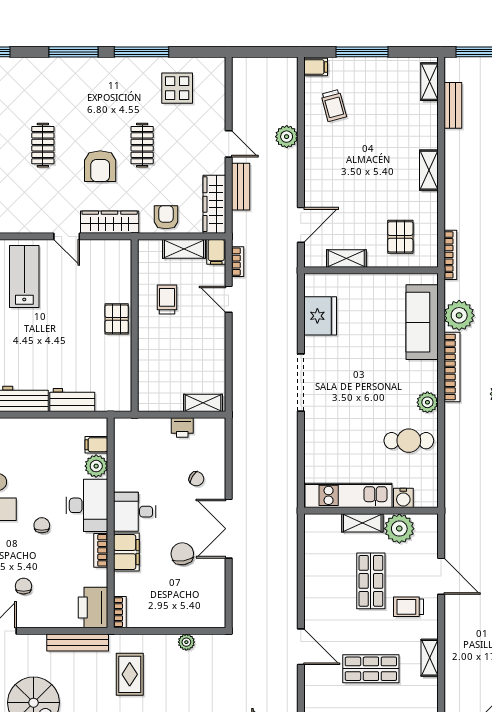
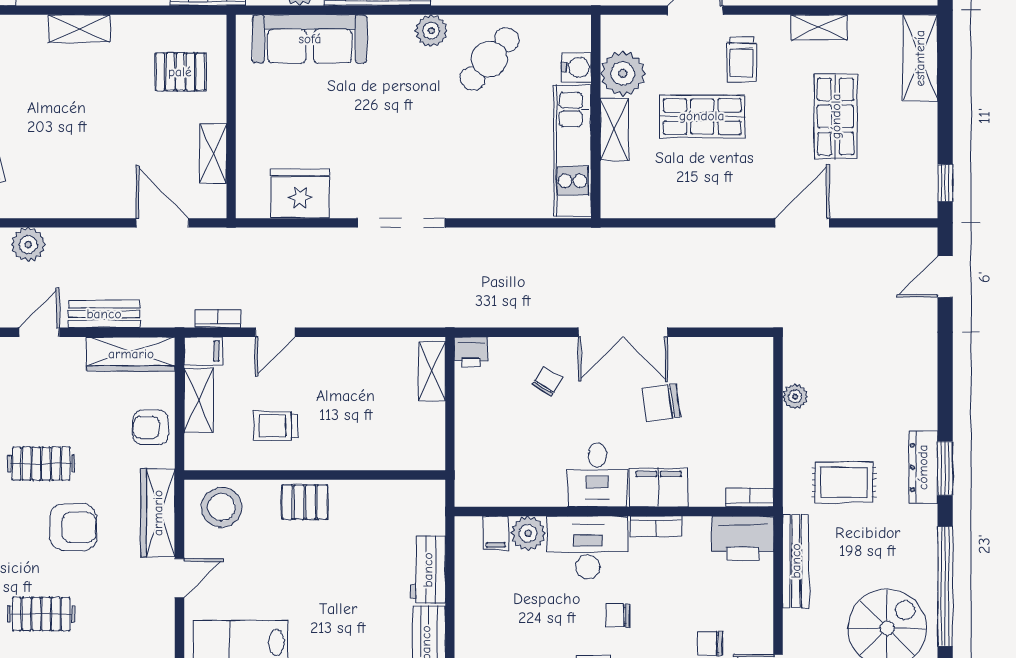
stool: (113, 264) -> (222, 507), added
printer: (182, 427) -> (471, 352), moved, turned 90
cafe table: (409, 441) -> (489, 59), turned 41

